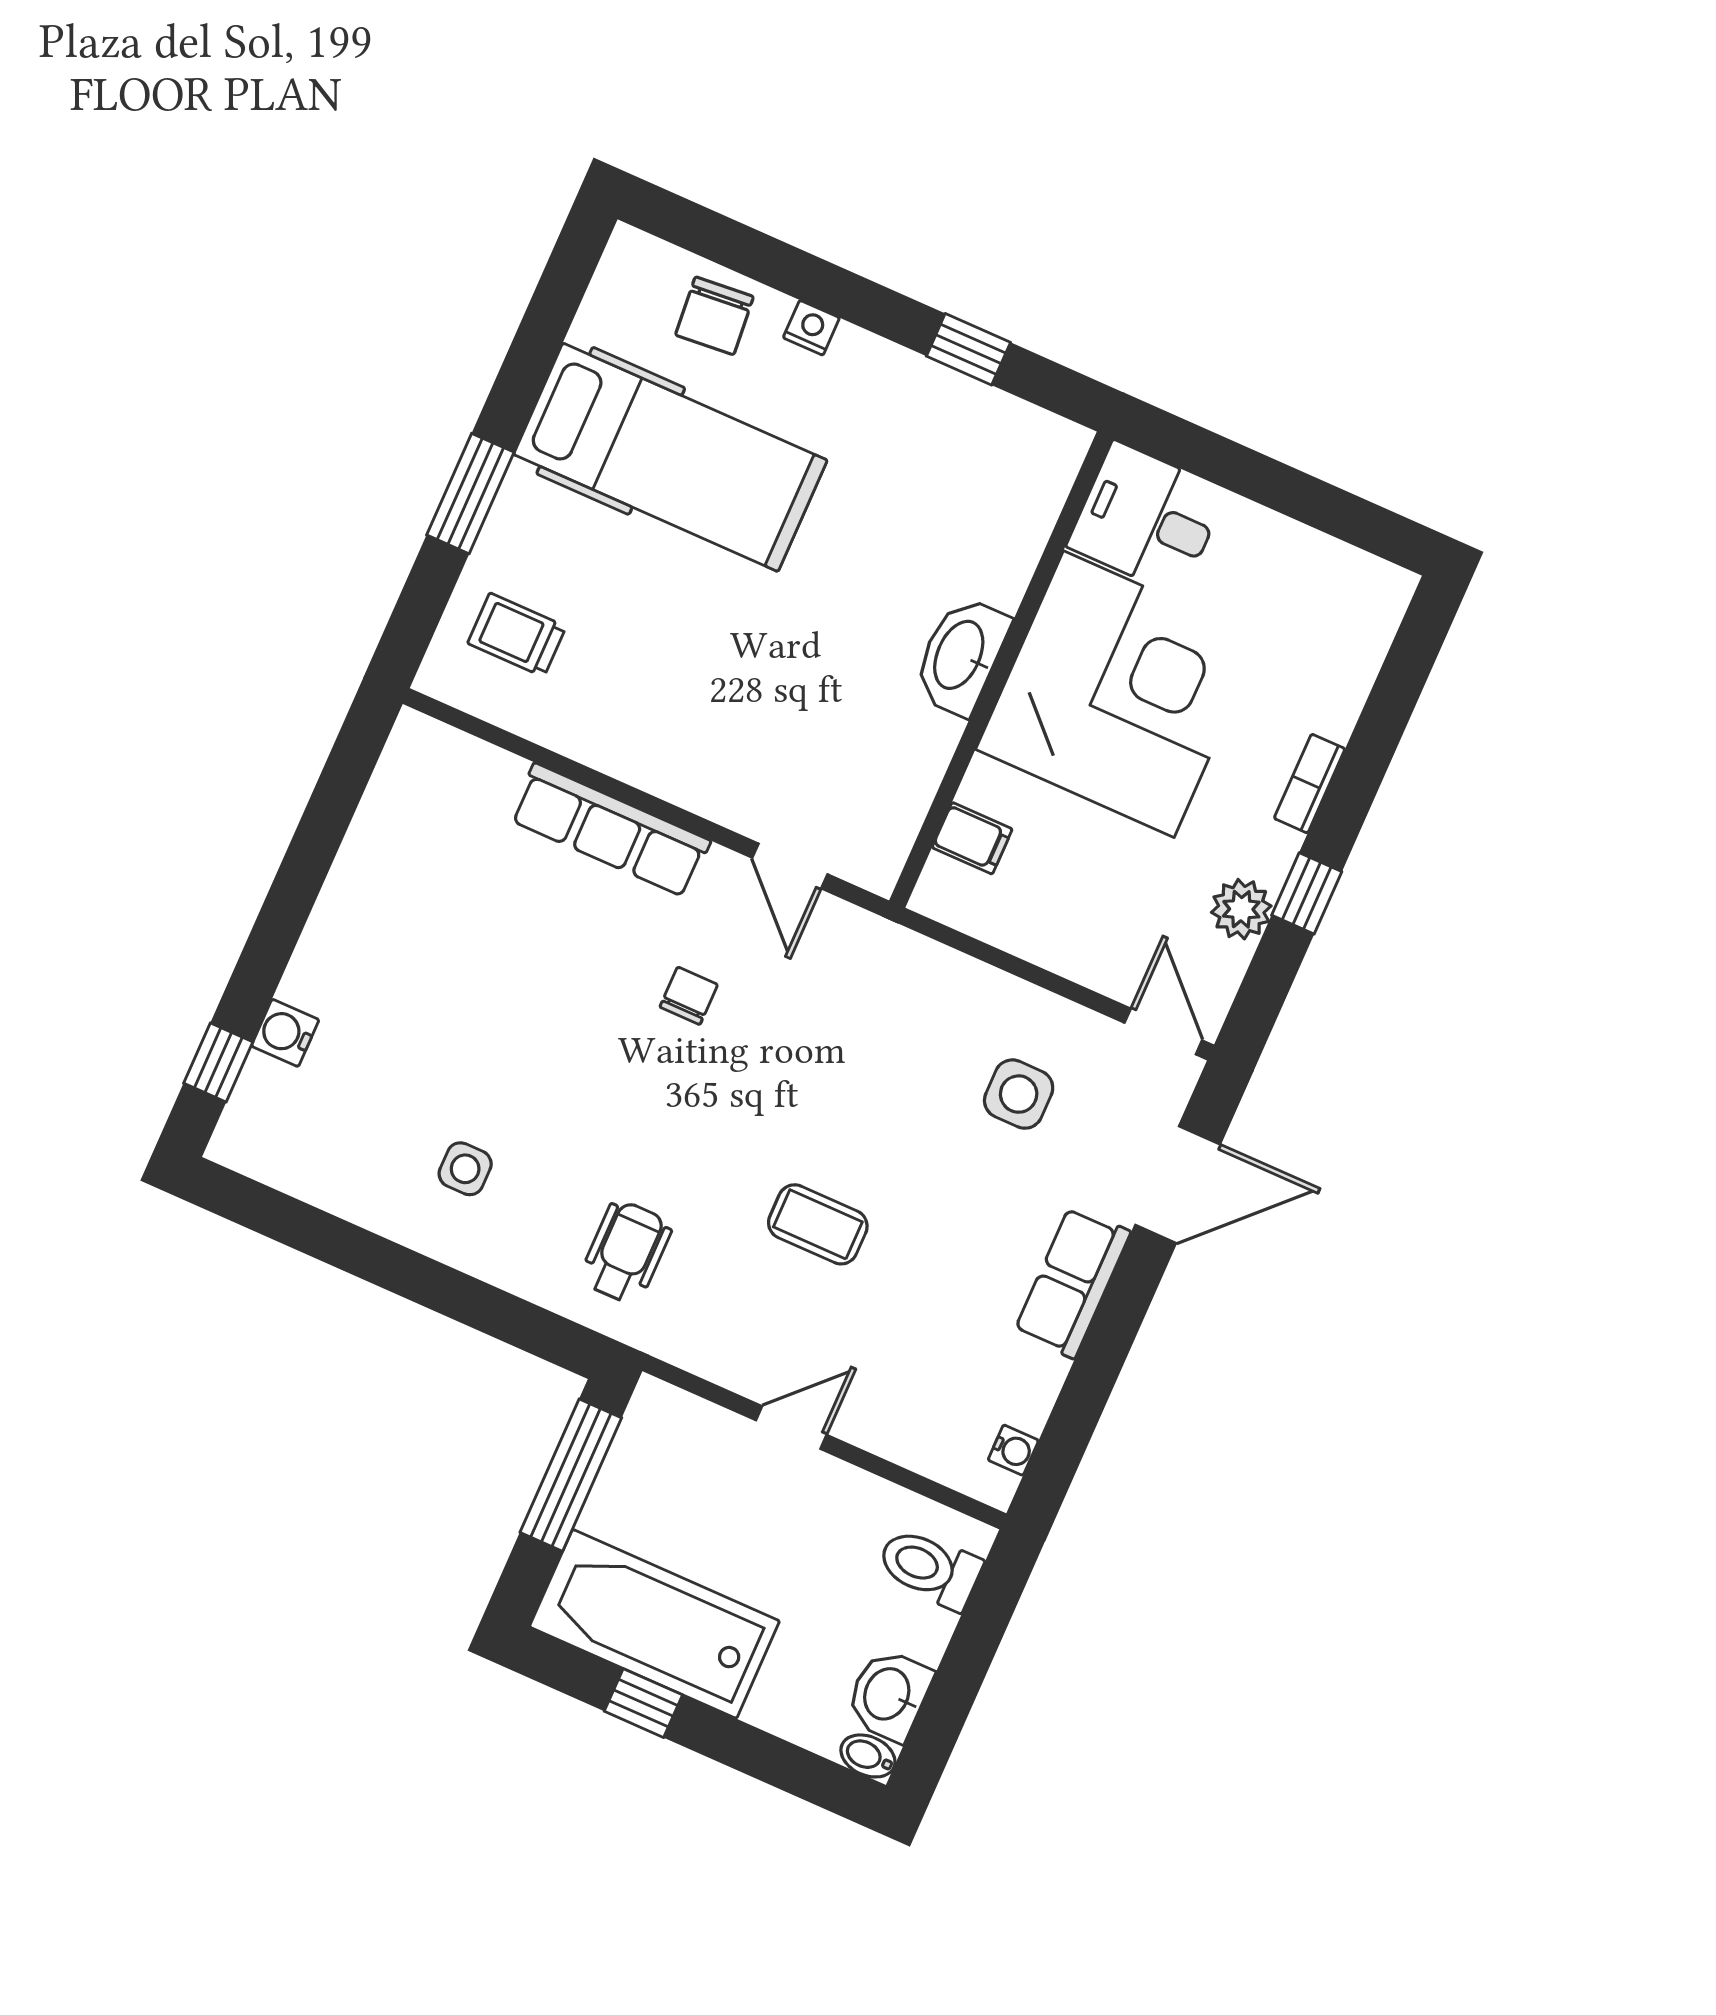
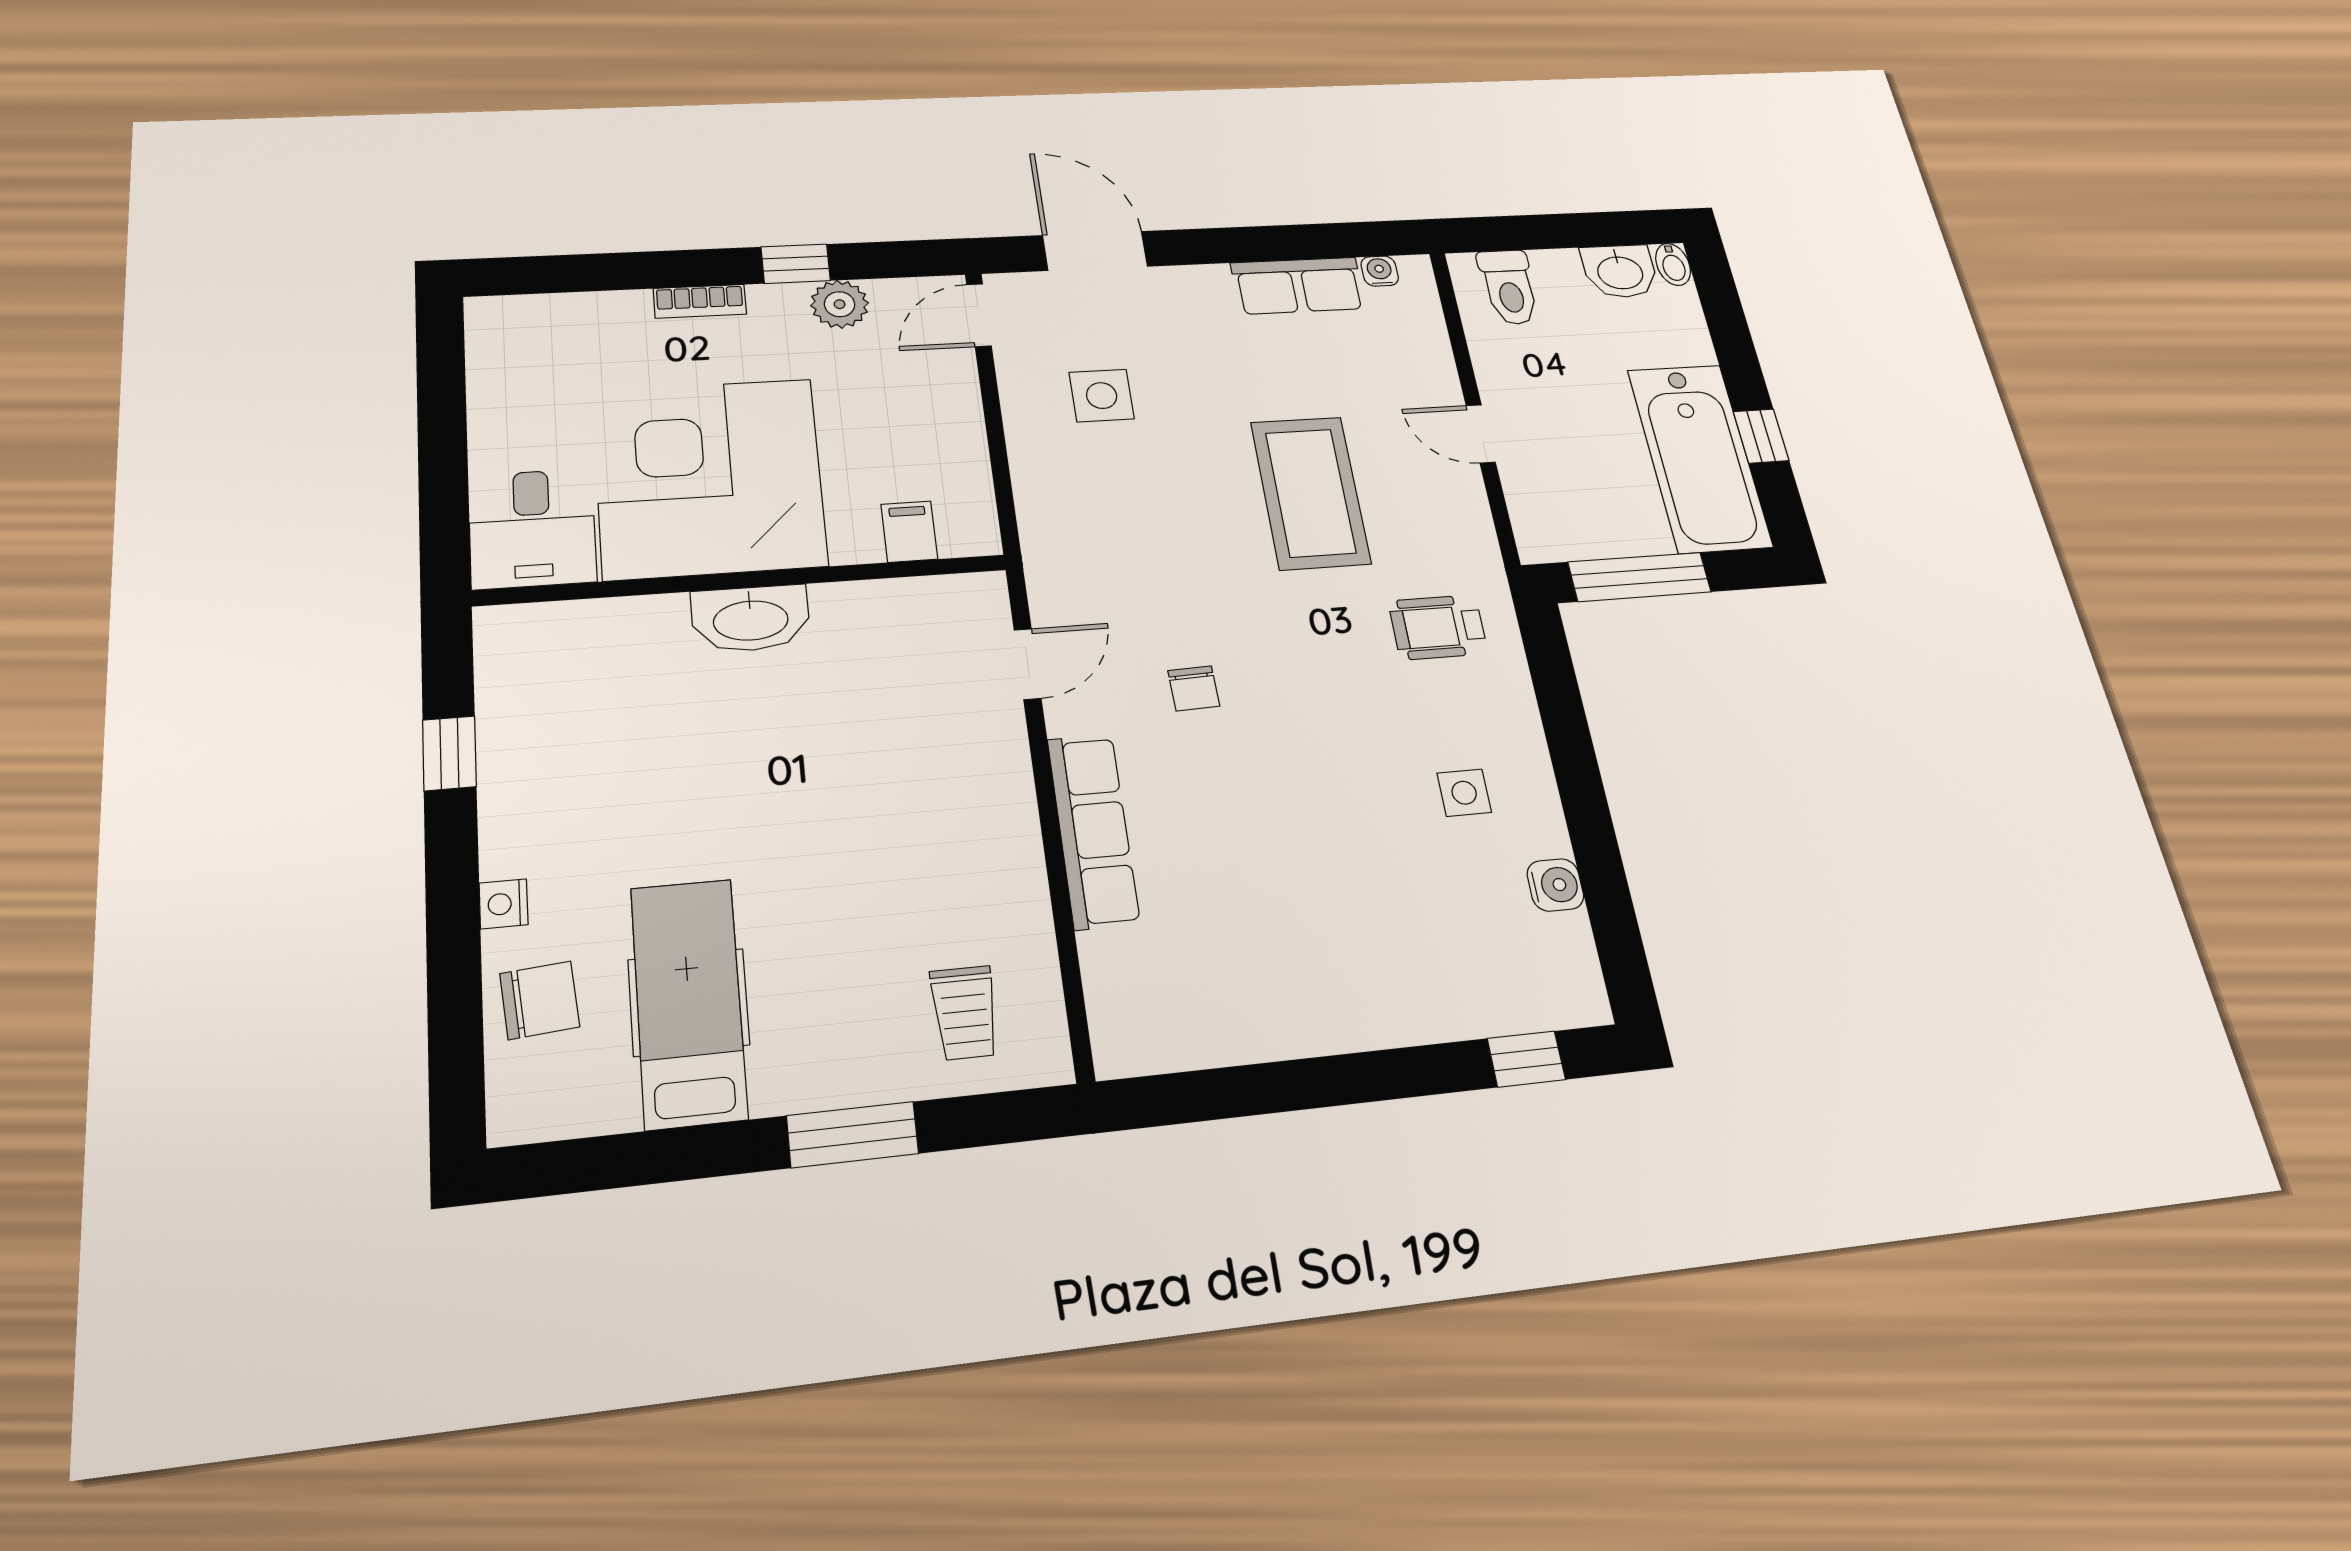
hospital bed: (670, 457) -> (689, 1002), width x0.73, depth x0.78
chair: (689, 996) -> (1194, 688), turned -92
water cooler: (285, 1033) -> (1555, 885), moved, turned -90
coffee table: (818, 1224) -> (1310, 493), width x1.86, depth x1.72
row of seats: (1072, 1282) -> (1298, 286), moved

